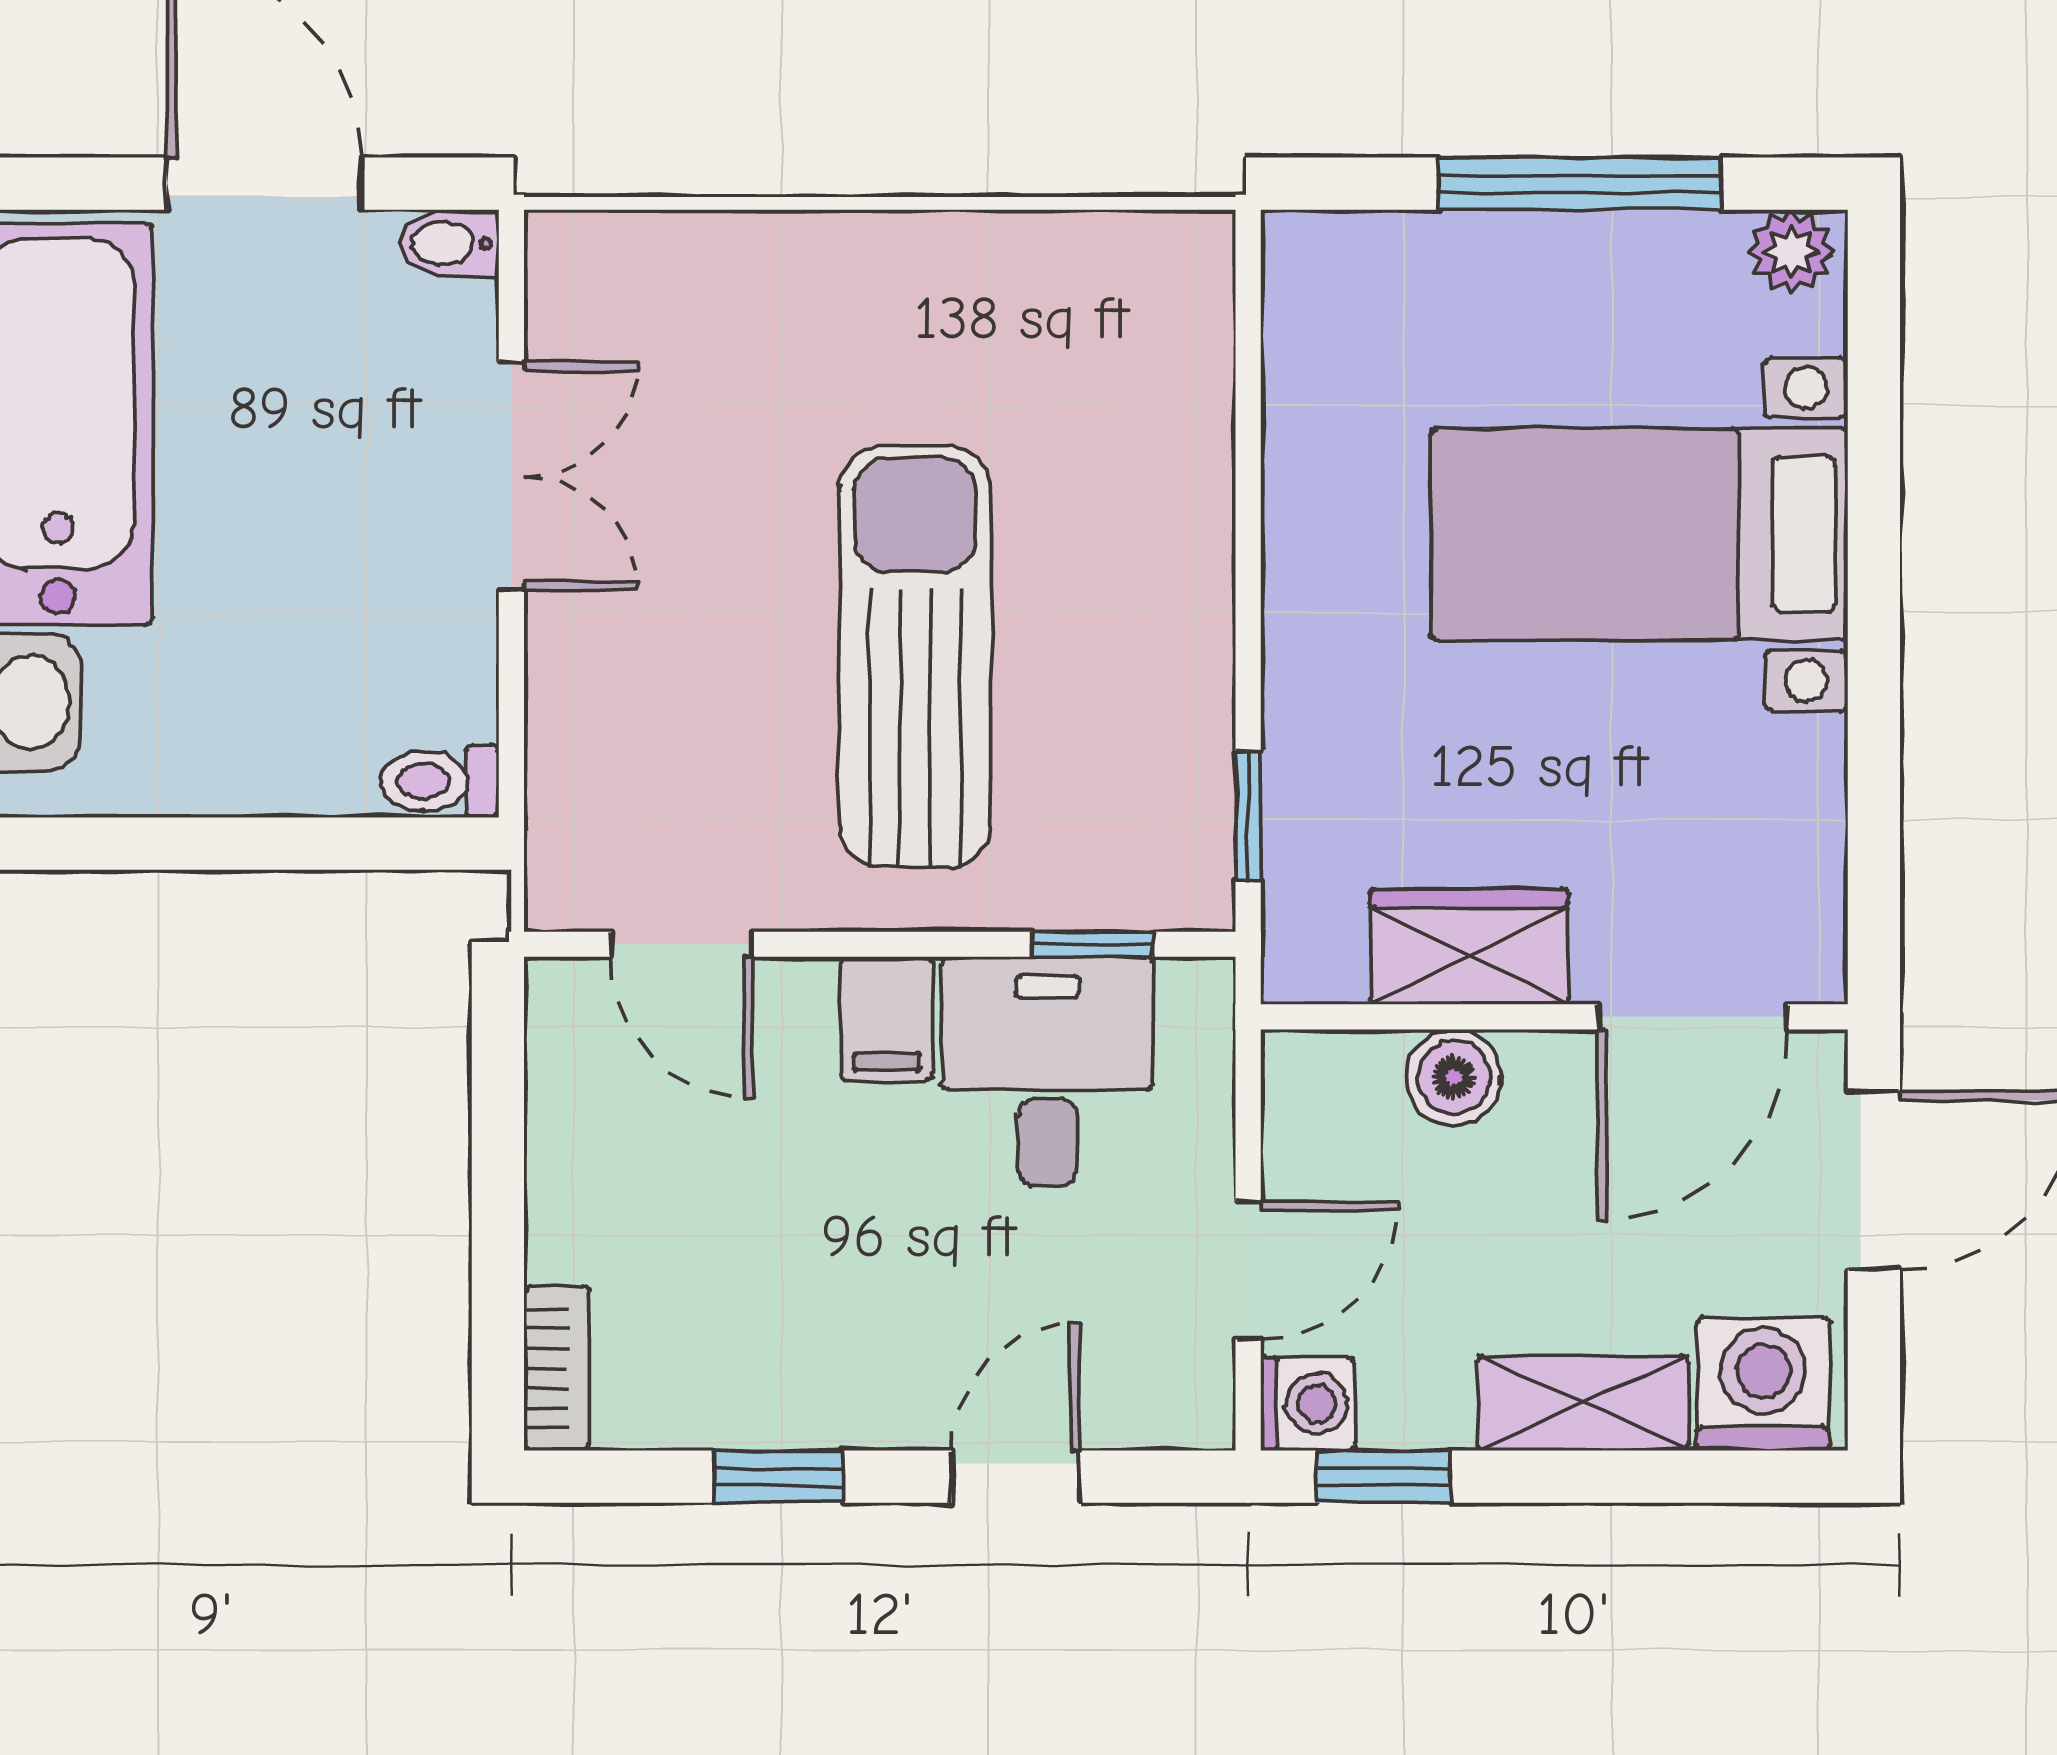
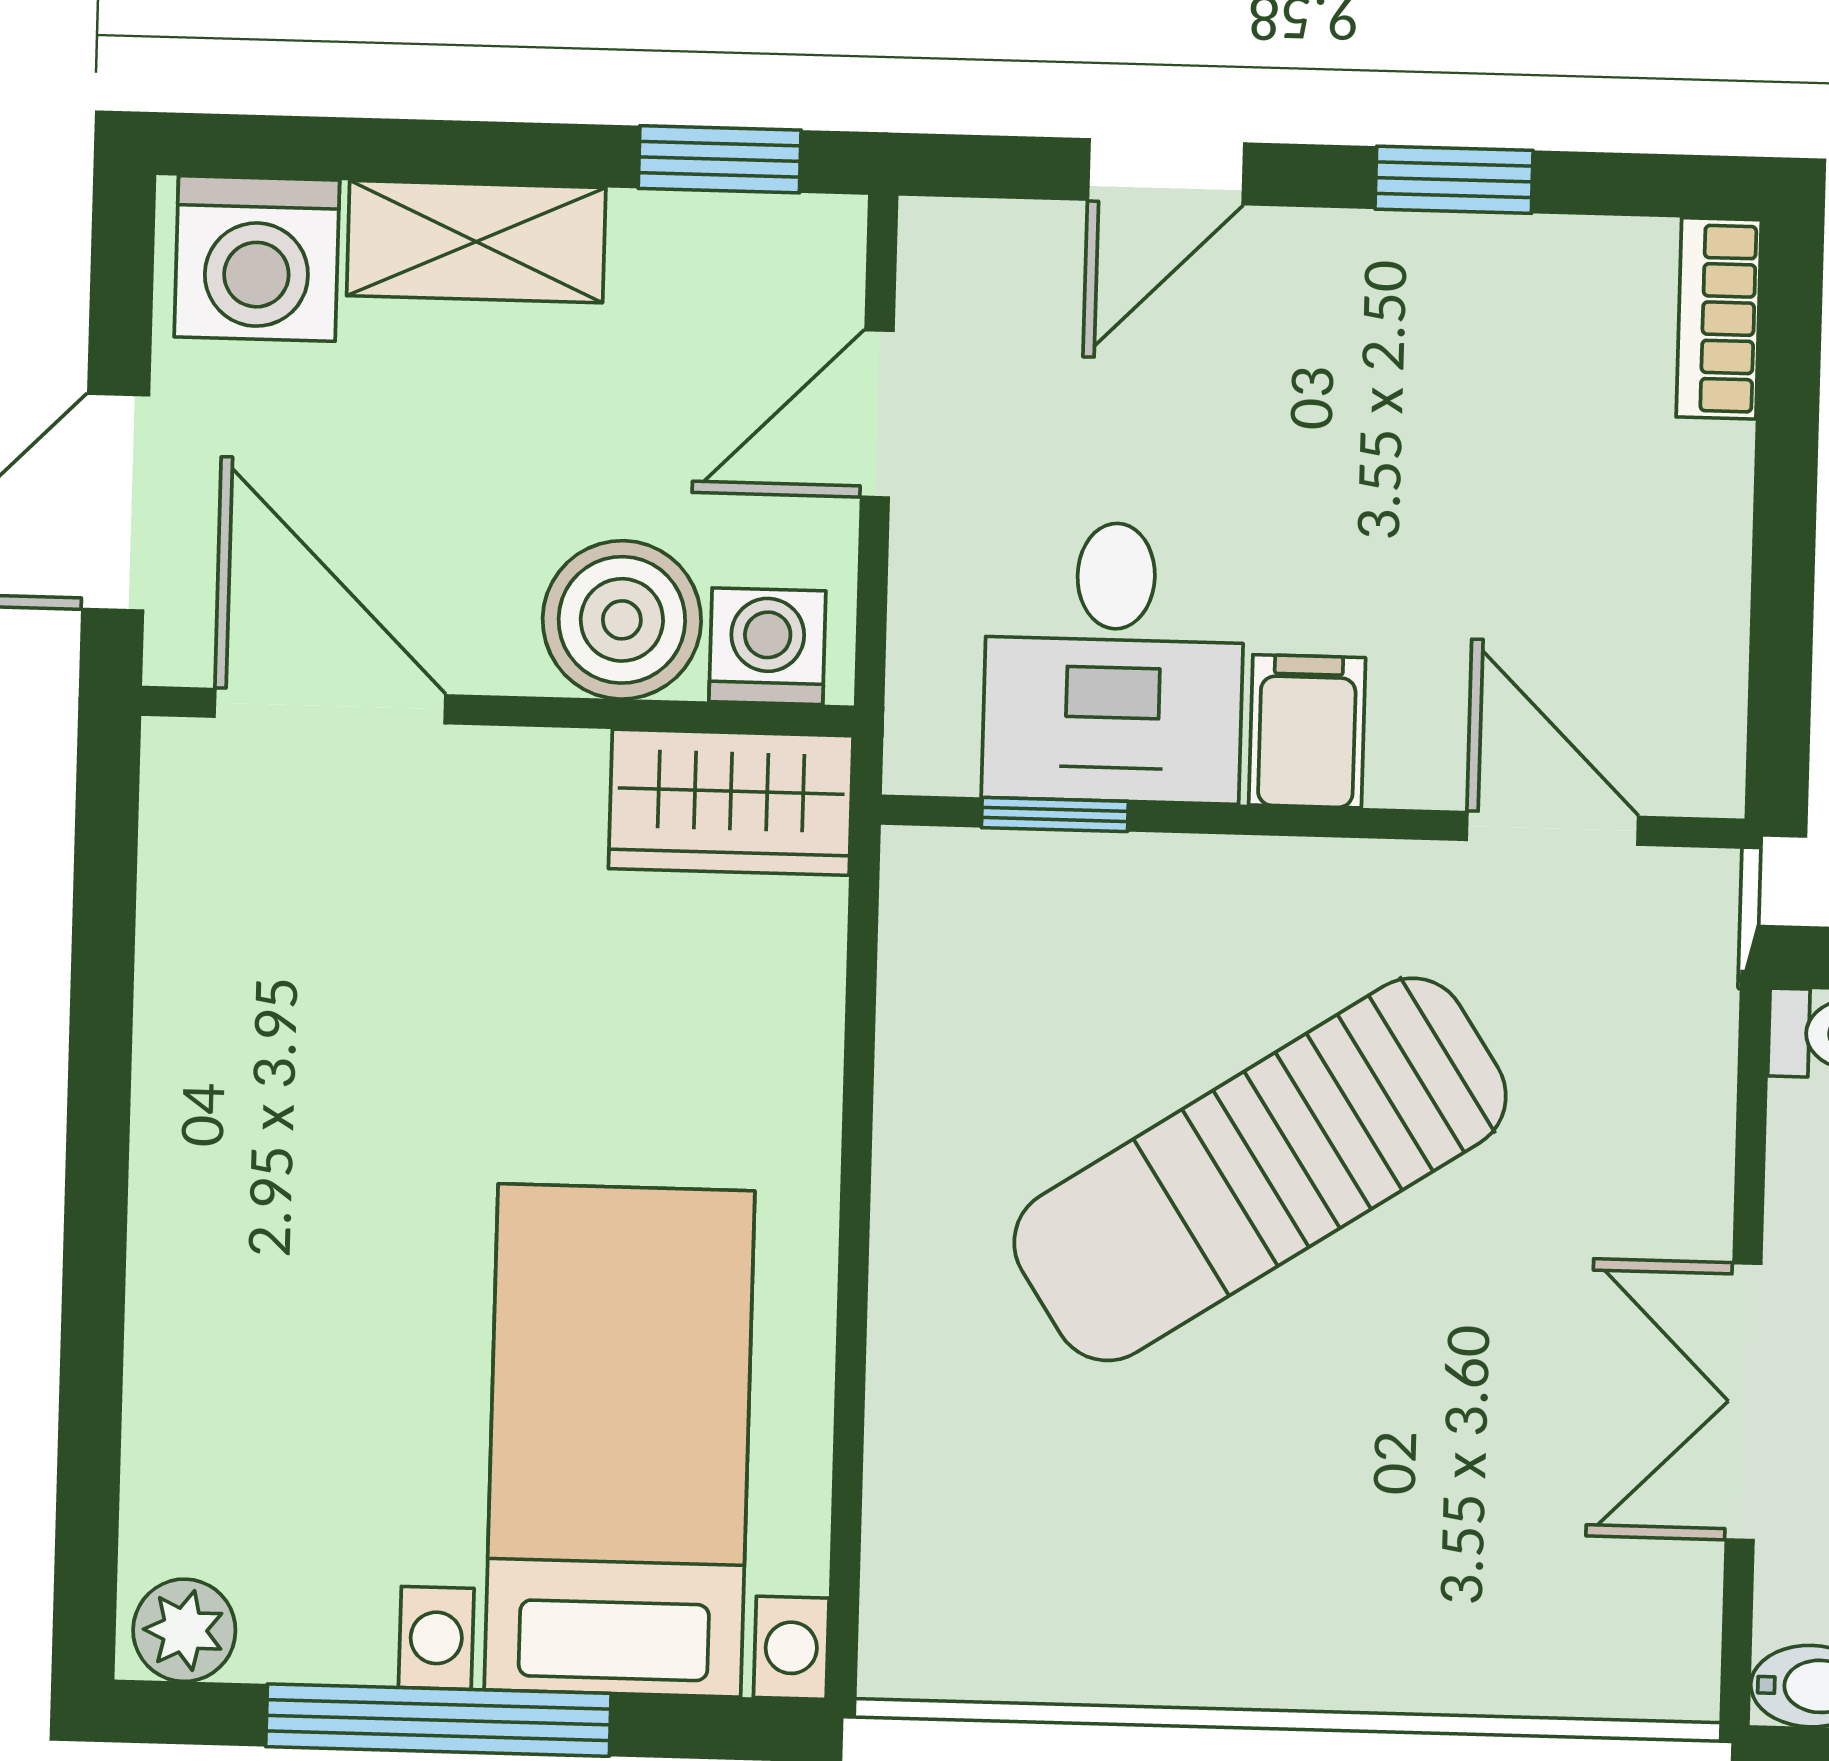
bed with nightstands: (1639, 534) -> (619, 1440), moved, turned -90
sun lounger: (915, 656) -> (1260, 1169), turned 57
window: (1248, 816) -> (862, 965), removed
wardrobe: (1469, 947) -> (731, 802), moved
door: (1692, 1017) -> (330, 706), hinge flipped
boiler: (1454, 1077) -> (622, 620), width x1.36, depth x1.36
washing machine: (1307, 1404) -> (767, 646), moved, turned 90

